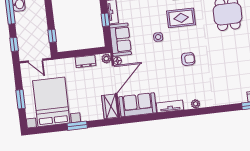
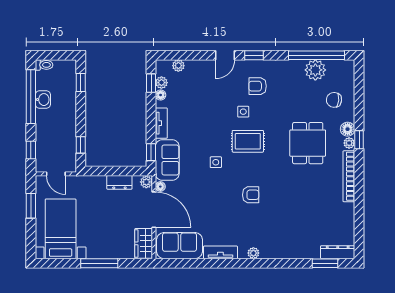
window: (105, 20) -> (151, 152), moved
door: (115, 79) -> (154, 210), hinge flipped
window: (20, 99) -> (31, 206), moved
bed with nightstands: (51, 102) -> (61, 229), width x0.73
window: (77, 126) -> (99, 263), width x1.44

